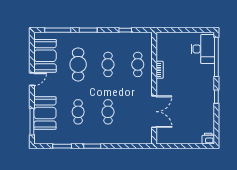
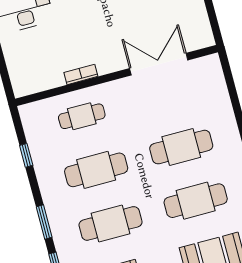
cafe table: (108, 64) -> (96, 170), width x1.37, depth x1.35
cafe table: (78, 112) -> (196, 201), width x1.37, depth x1.35
cafe table: (108, 112) -> (181, 147), width x1.37, depth x1.35

